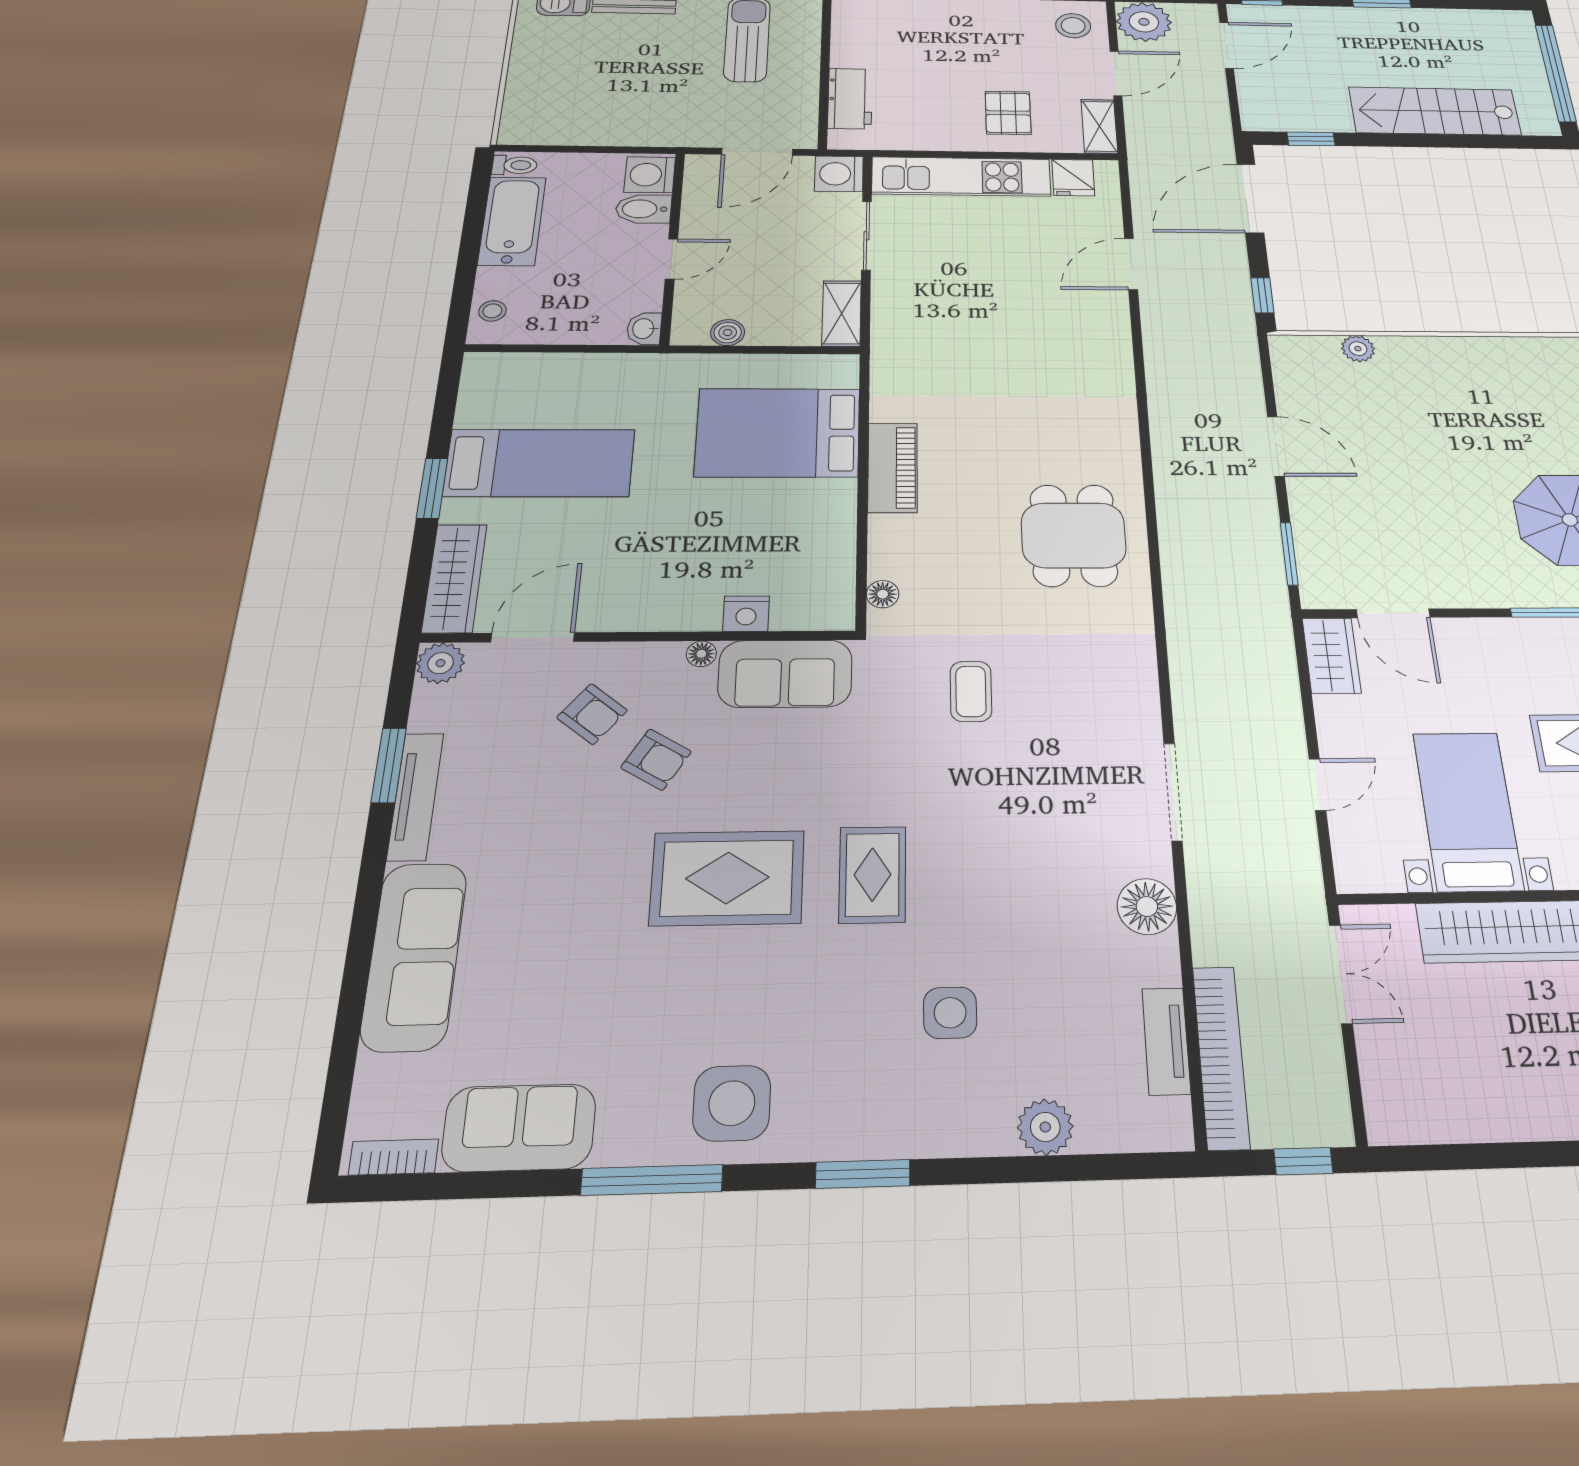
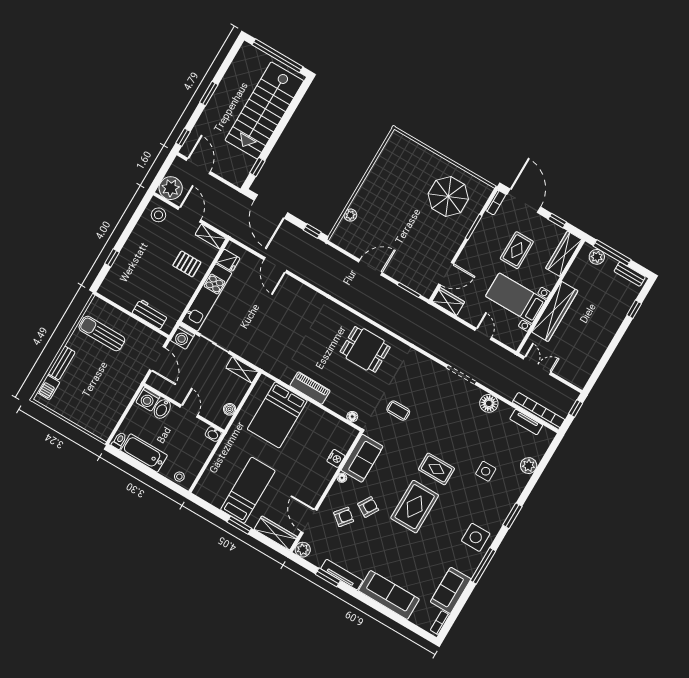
stairs: (1435, 111) -> (264, 110), width x1.36, depth x1.51

